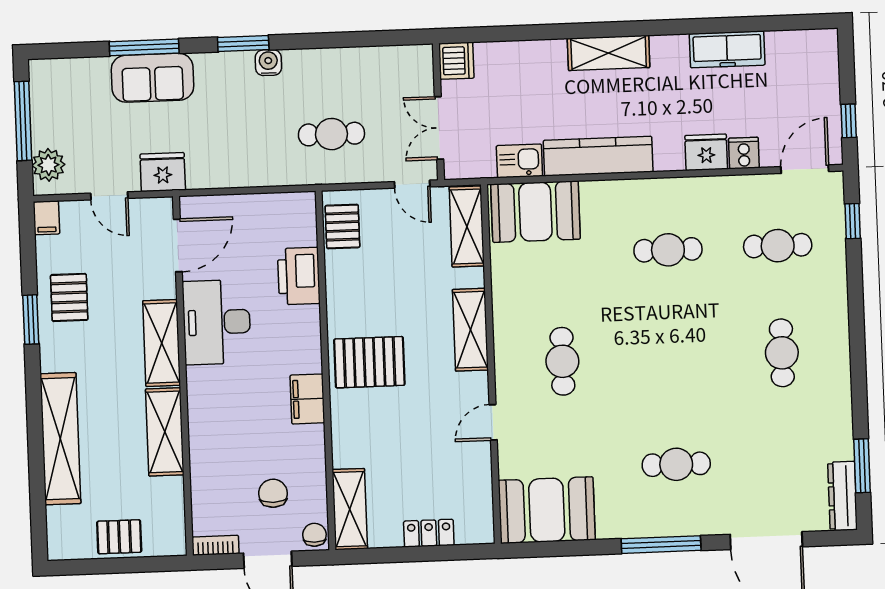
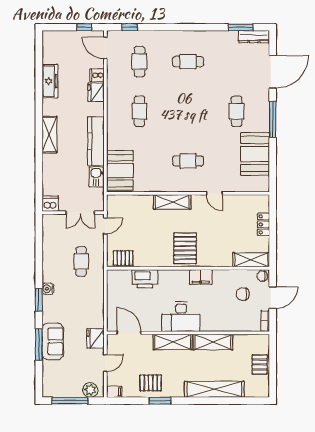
shelving: (467, 226) -> (125, 202), removed
desk: (217, 322) -> (181, 317), moved
booth: (547, 510) -> (255, 154), moved

